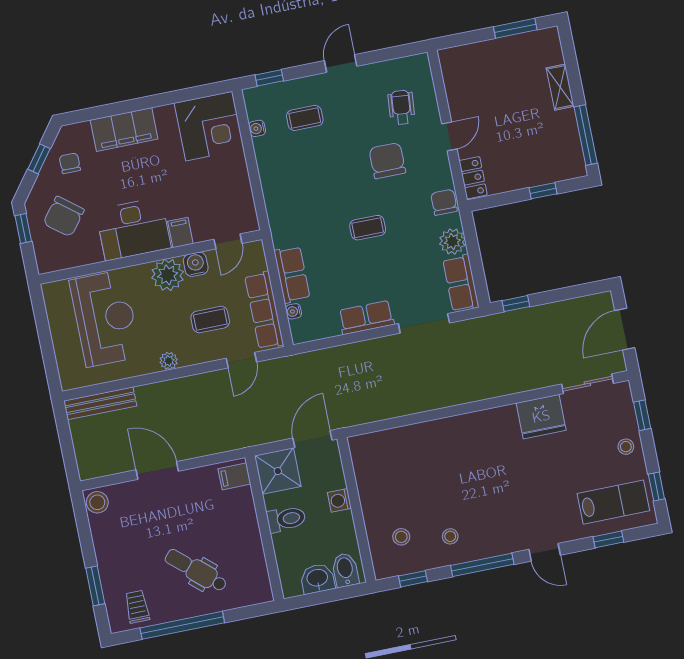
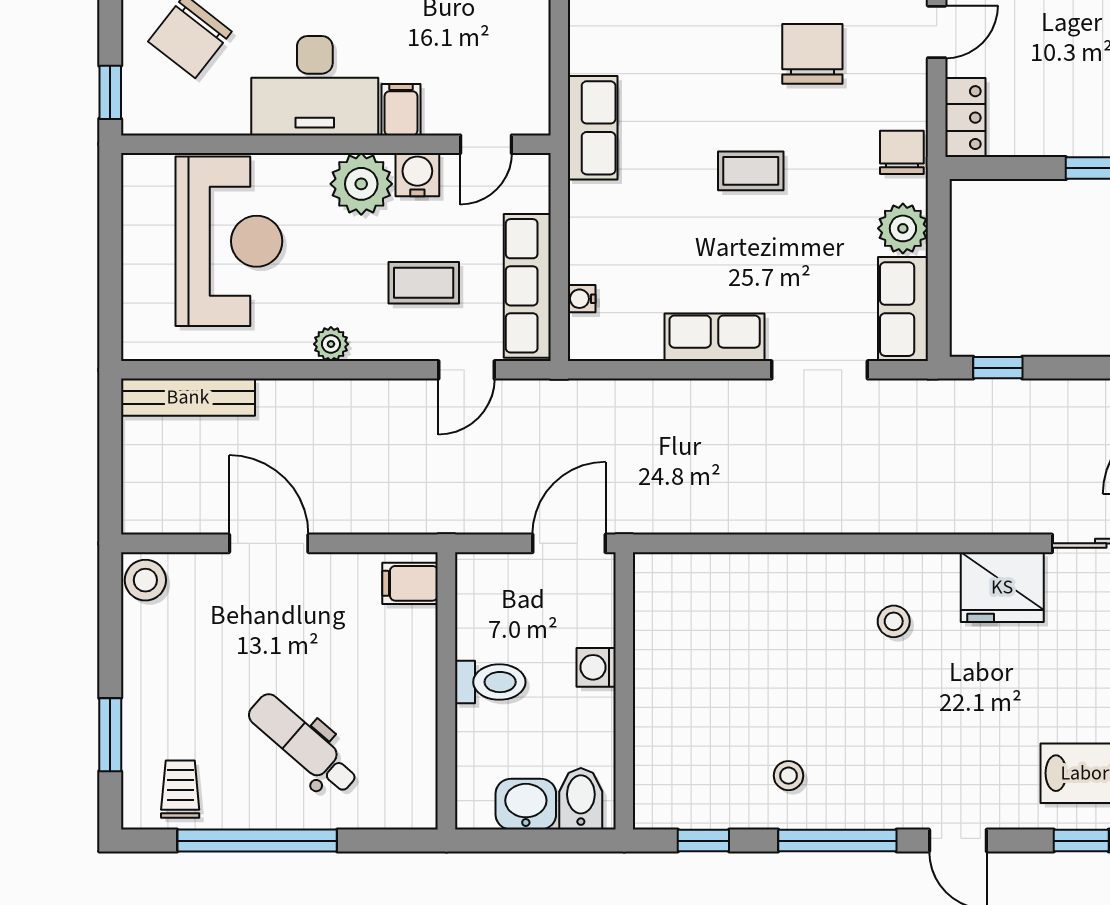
window: (23, 229) -> (110, 92), moved
row of seats: (292, 274) -> (593, 128), moved
shower: (278, 471) -> (493, 590), removed
stool: (401, 537) -> (894, 621), moved

